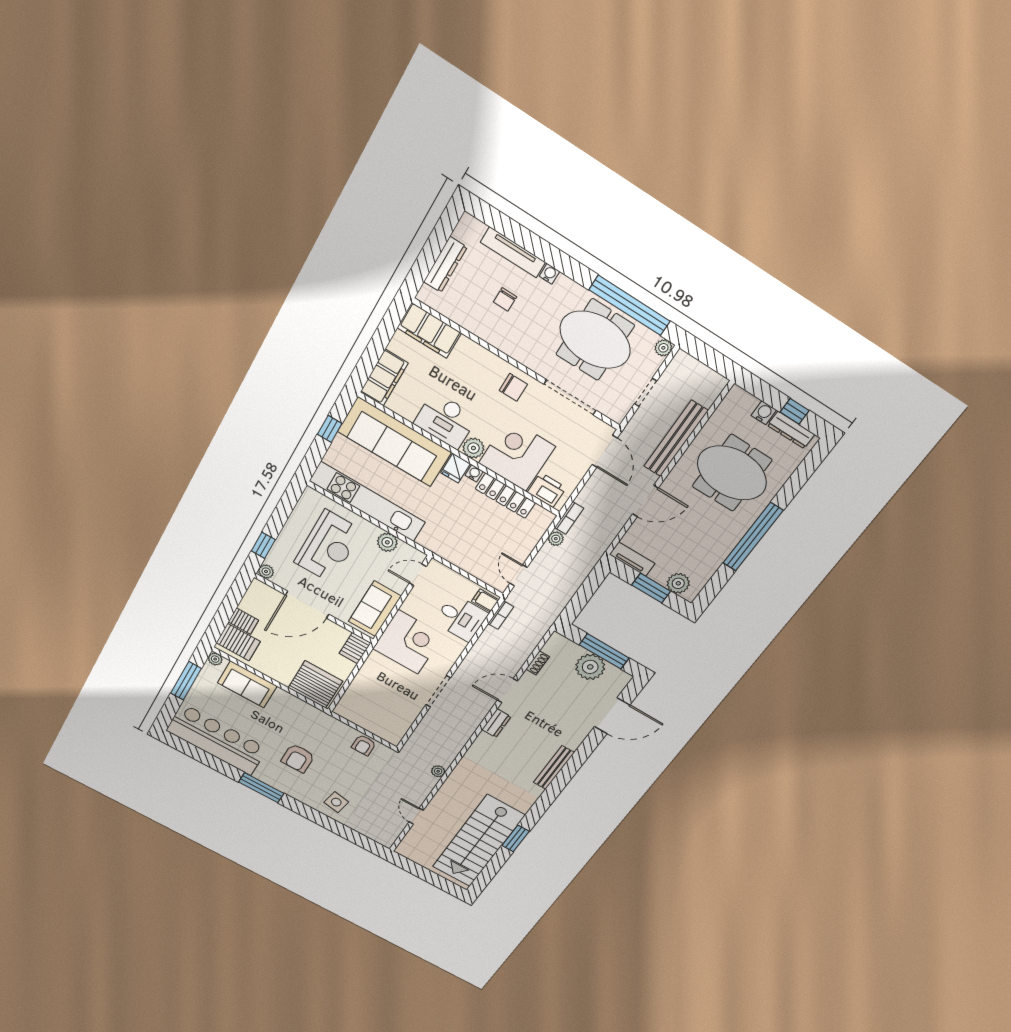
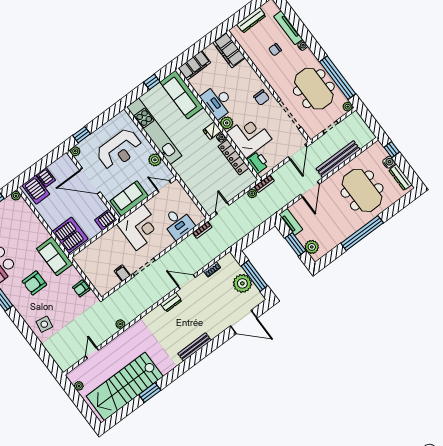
window: (795, 411) -> (392, 150), moved
sofa: (394, 442) -> (182, 95), width x0.74, depth x0.79
door: (645, 501) -> (310, 189), hinge flipped
filing cabinet: (485, 601) -> (122, 273), moved
sofa: (247, 684) -> (55, 256), moved
plant: (417, 858) -> (79, 386), added

